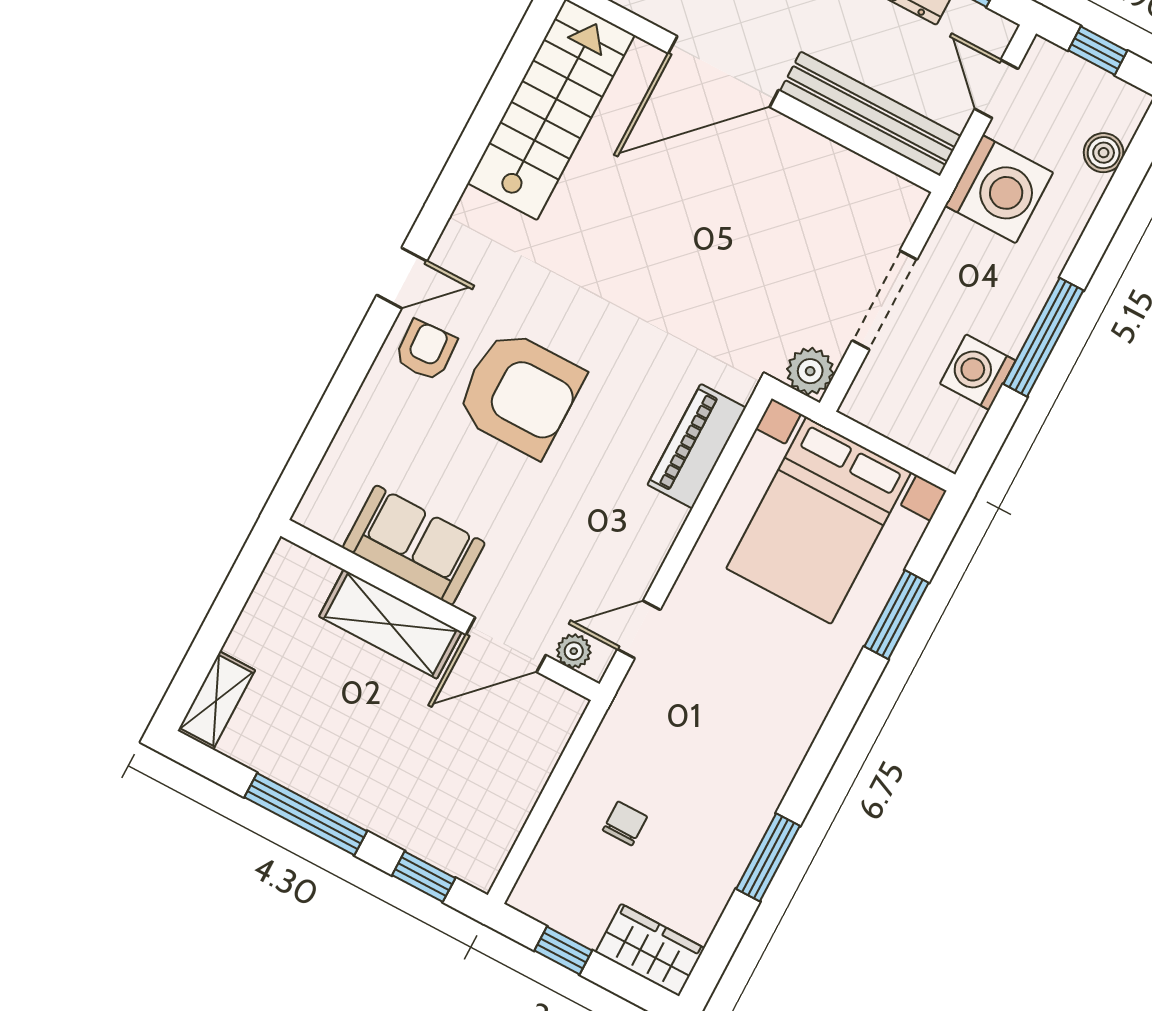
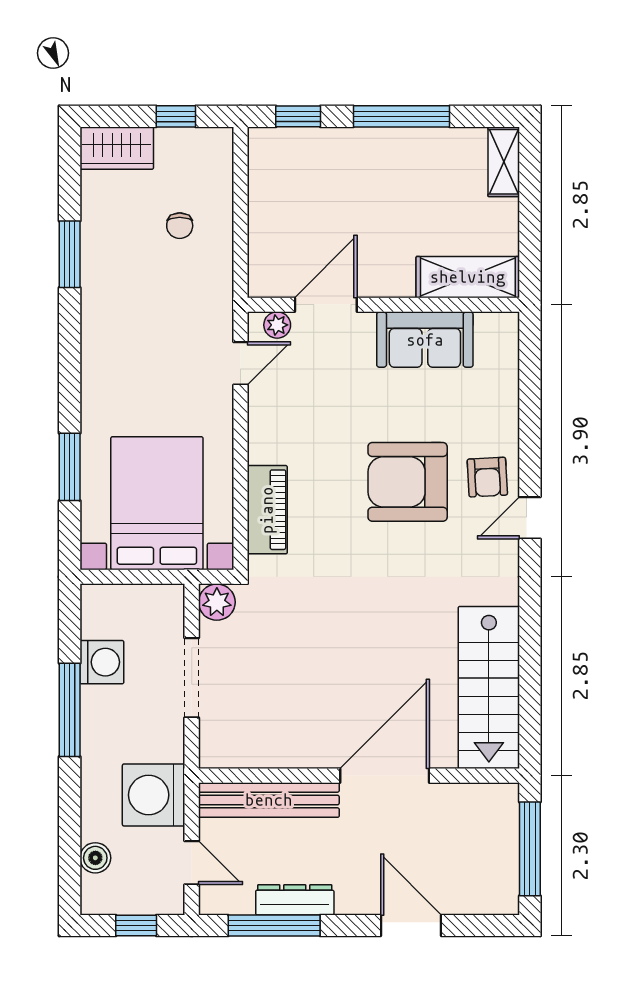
shelving: (390, 624) -> (468, 277), moved

